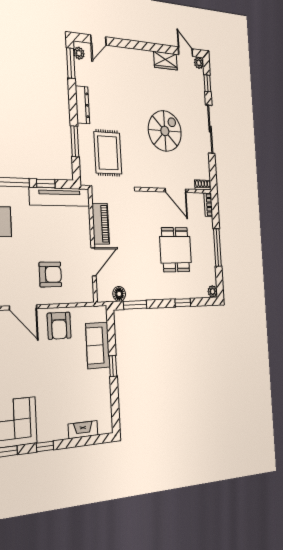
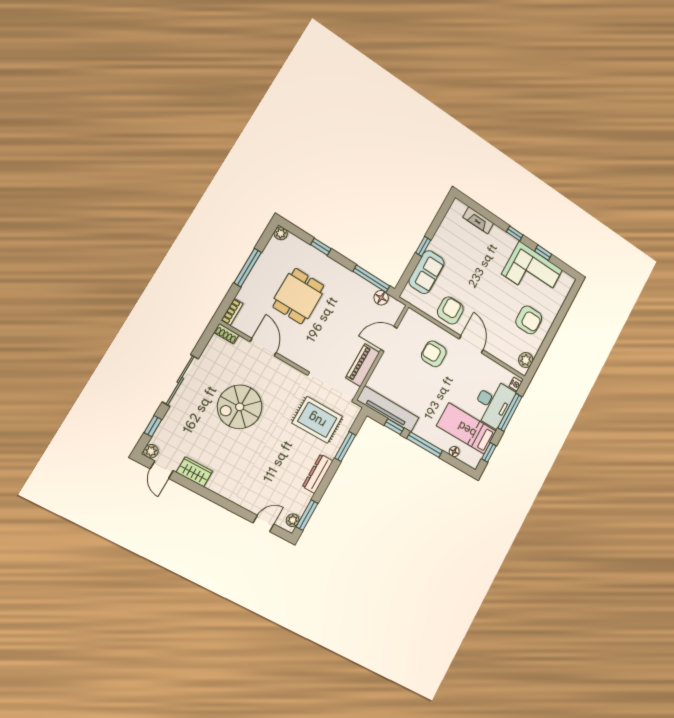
rug: (108, 153) -> (317, 420), turned 90
window: (135, 305) -> (371, 279), width x1.44

